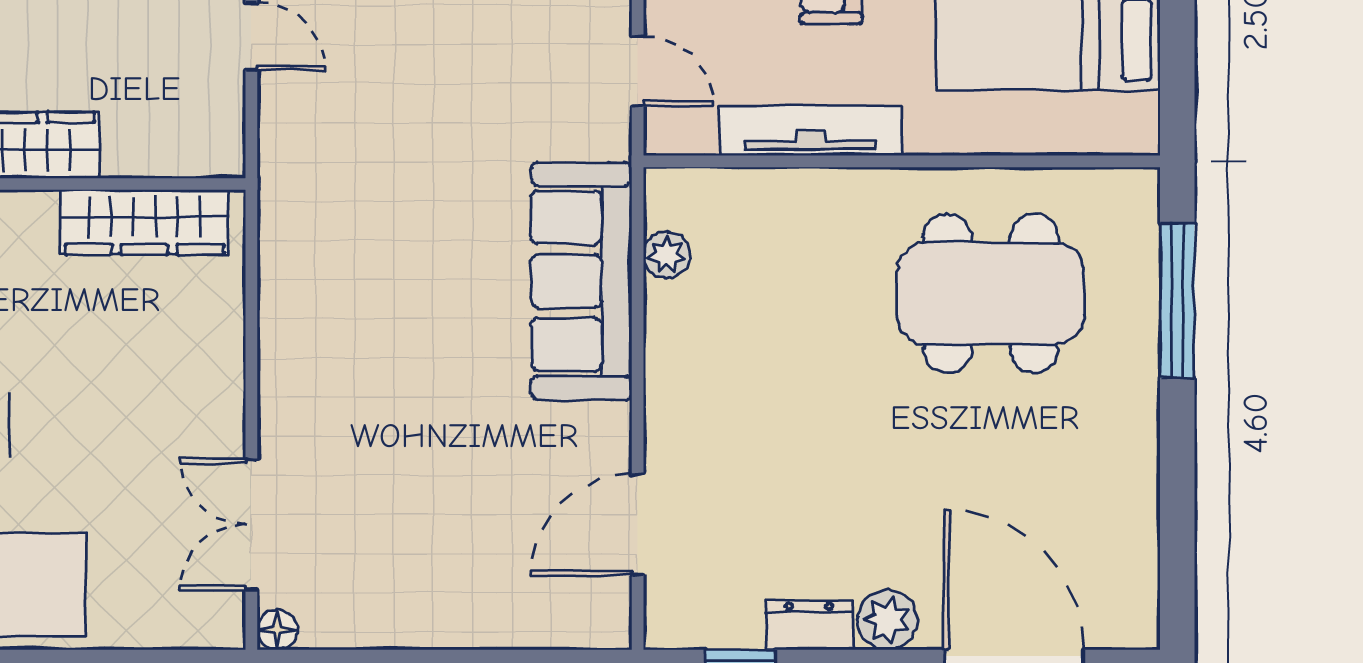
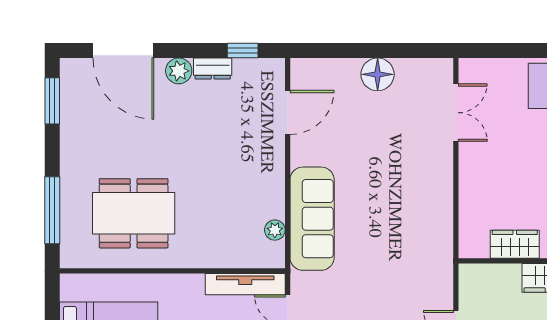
tv unit: (810, 131) -> (245, 284), moved
wardrobe: (145, 222) -> (515, 244), width x0.67
window: (1177, 551) -> (52, 101), added
floor lamp: (277, 630) -> (378, 74), moved, width x1.89, depth x1.89

